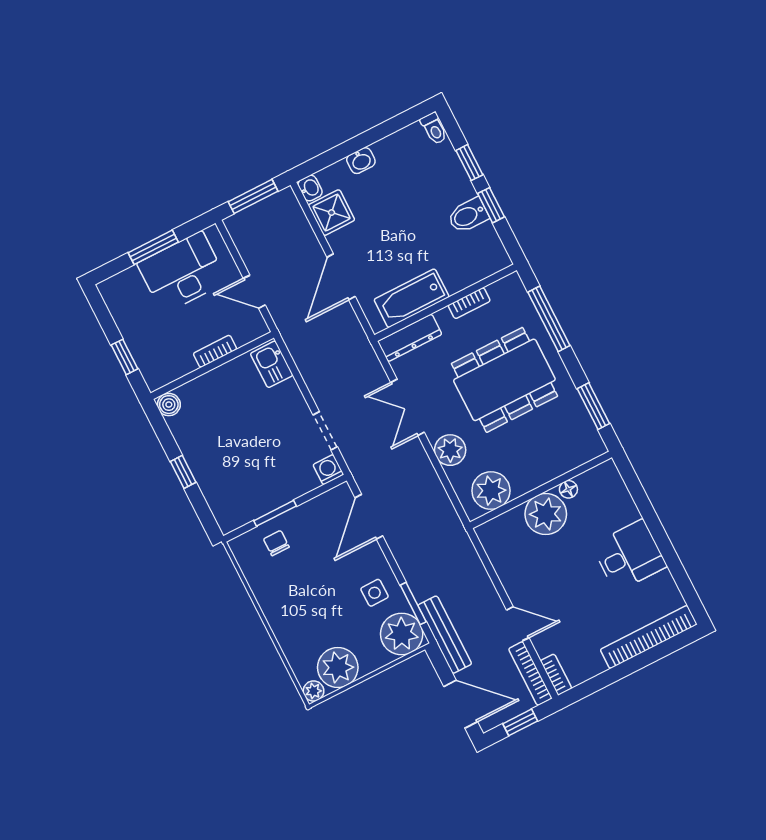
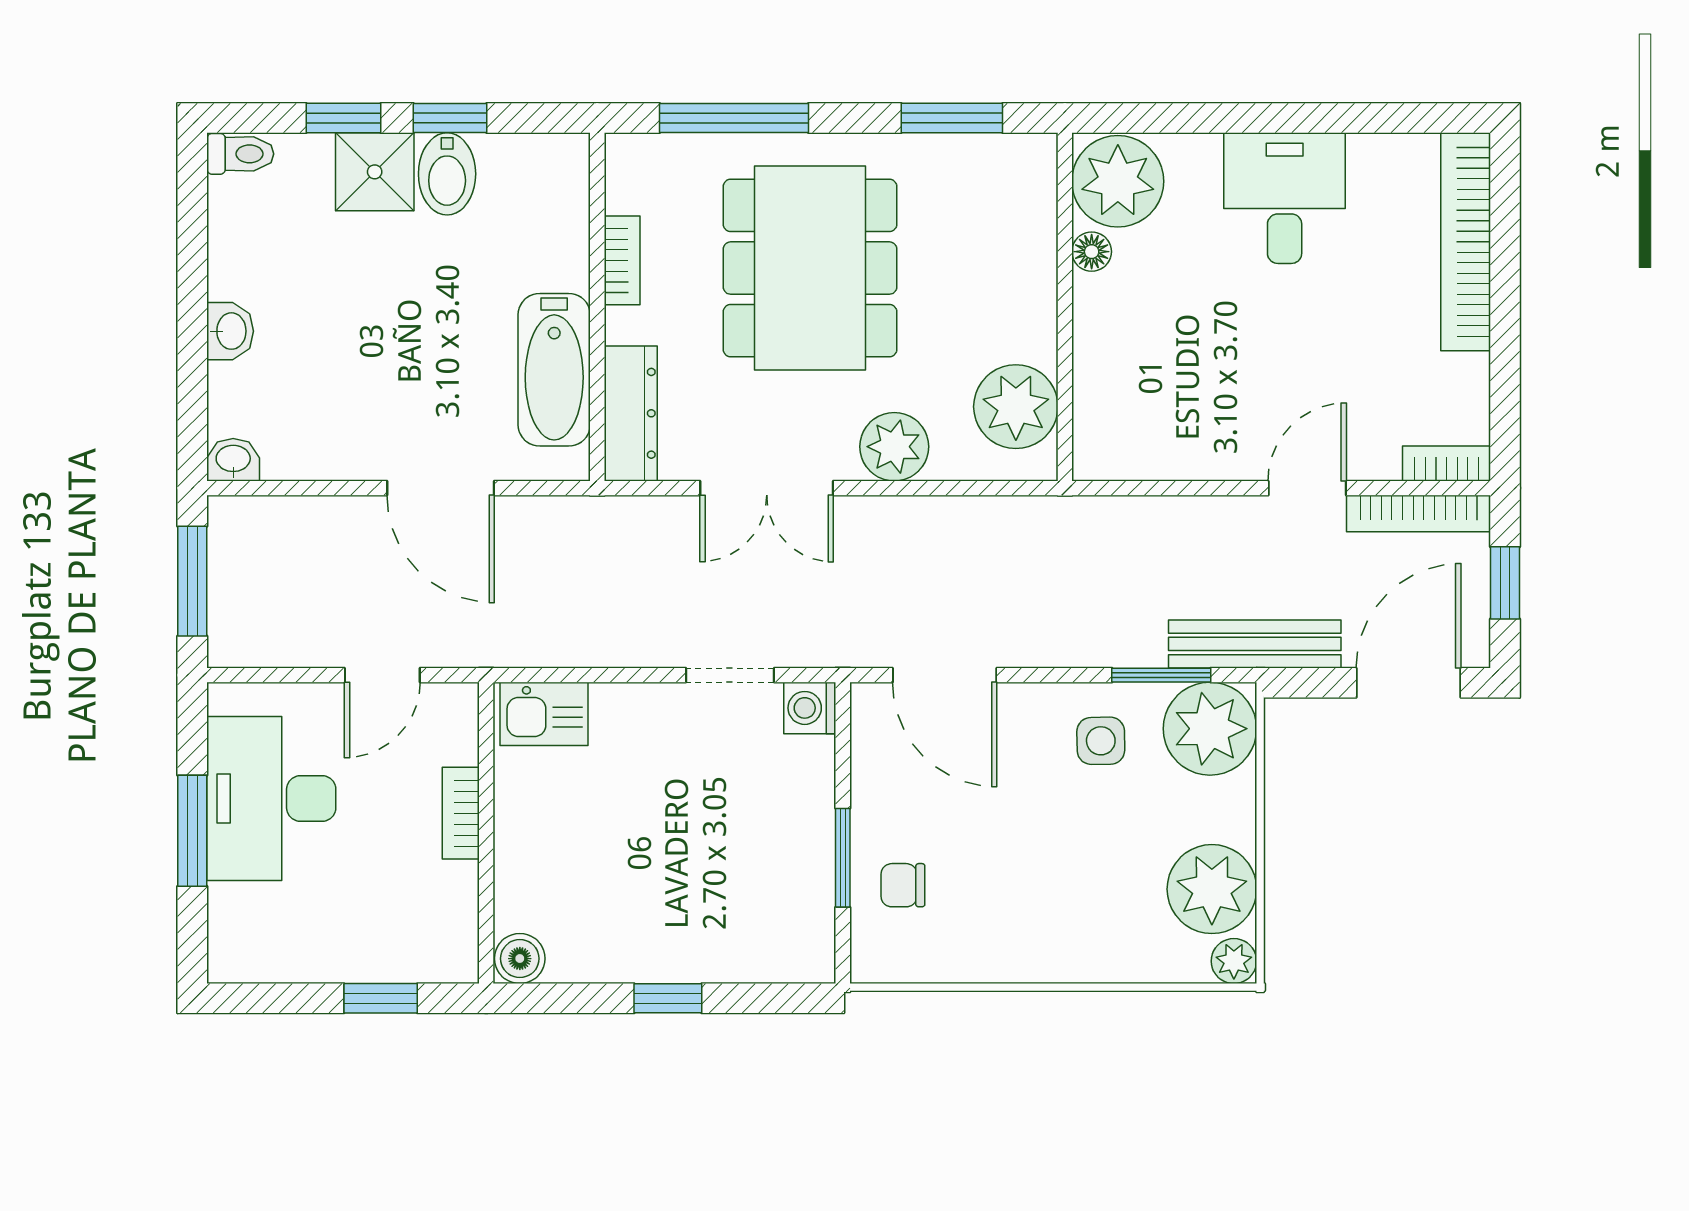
shower: (332, 213) -> (375, 172), moved
plant: (546, 514) -> (1118, 181), moved

